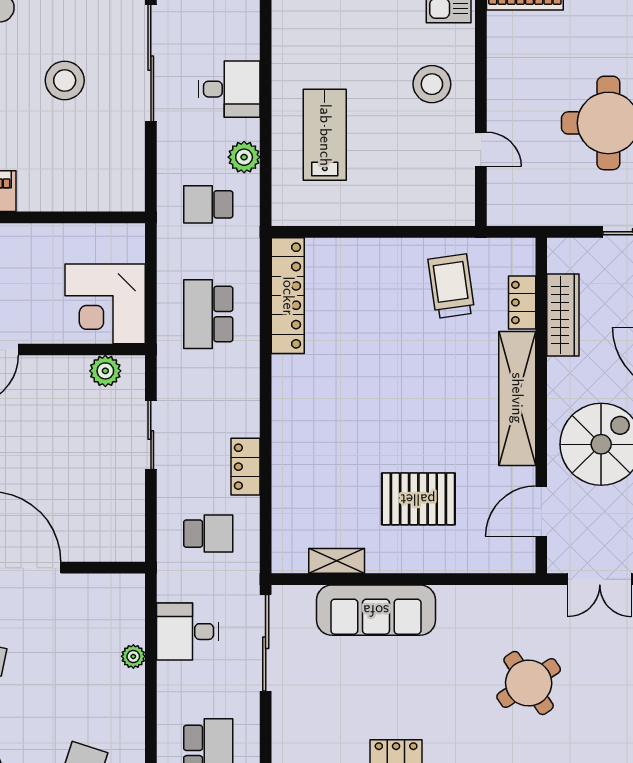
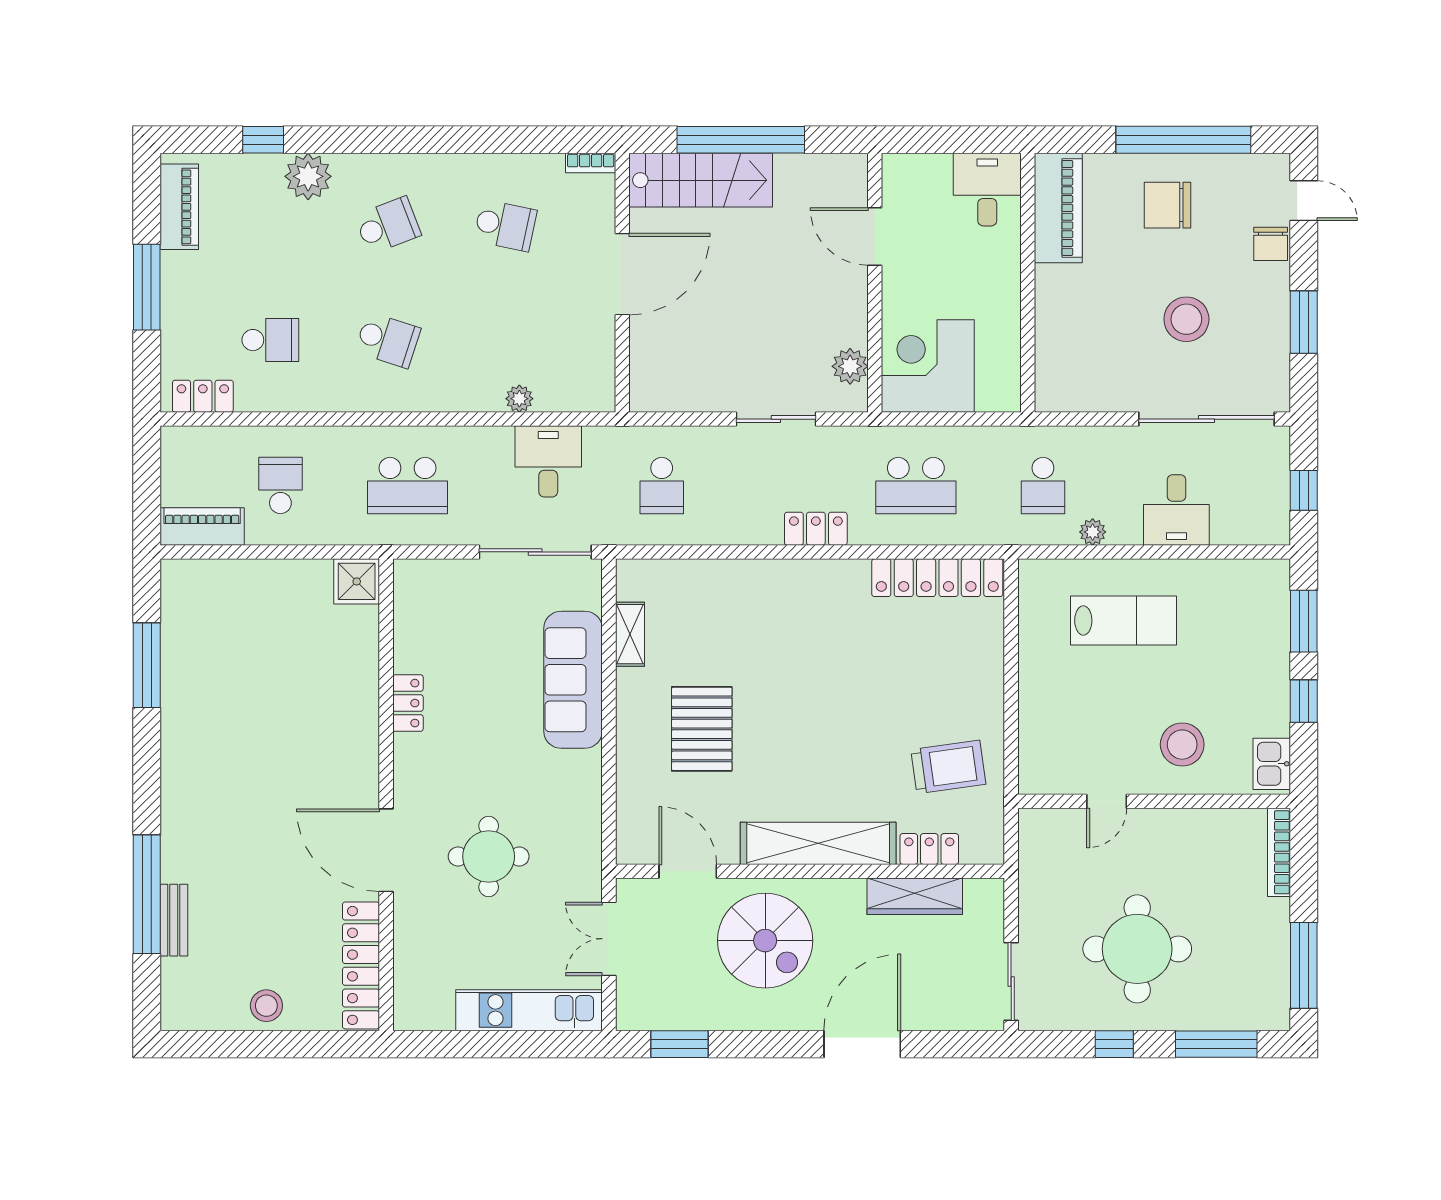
plant: (244, 157) -> (1093, 532), width x0.73, depth x0.73
school desk: (208, 204) -> (1043, 486), turned 180
school desk: (208, 314) -> (916, 486), turned 180
locker: (246, 467) -> (816, 529), moved
round table: (529, 683) -> (489, 856), turned 34

